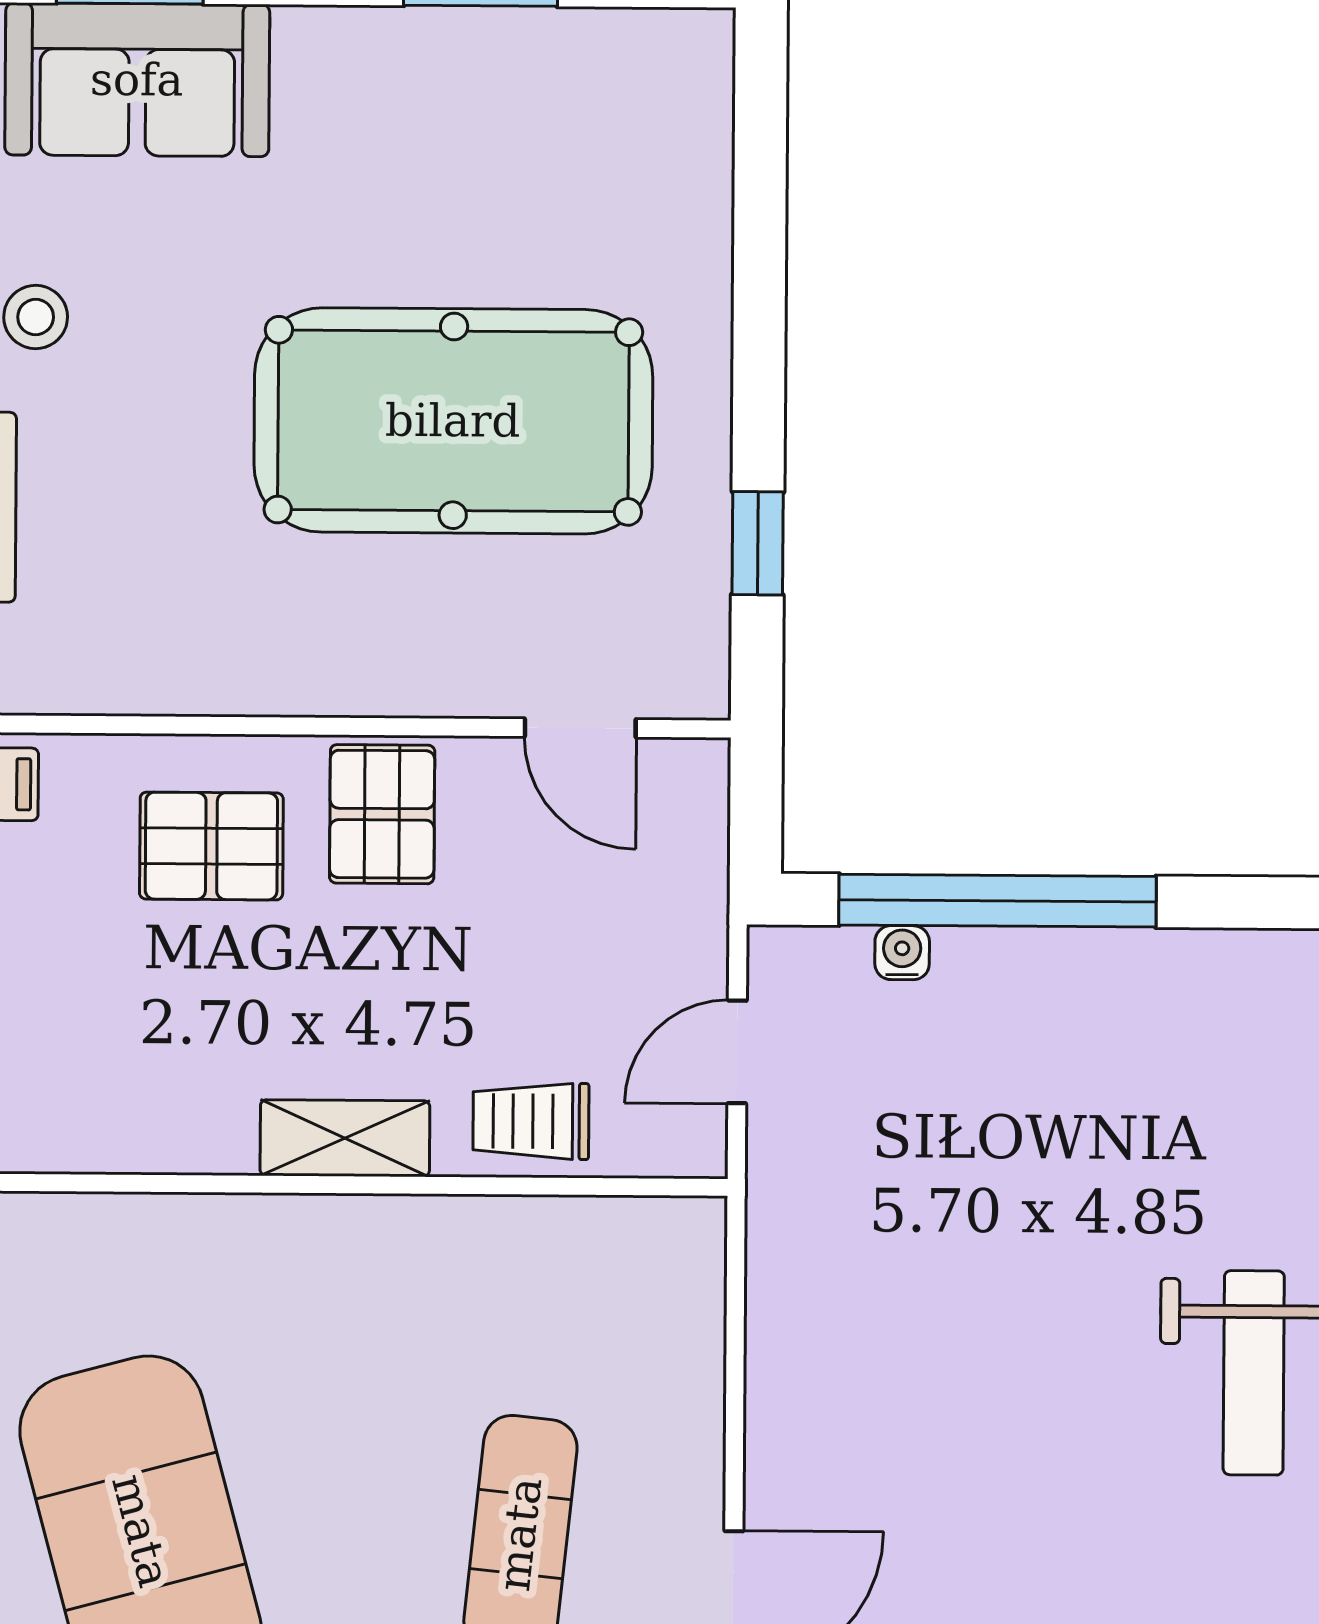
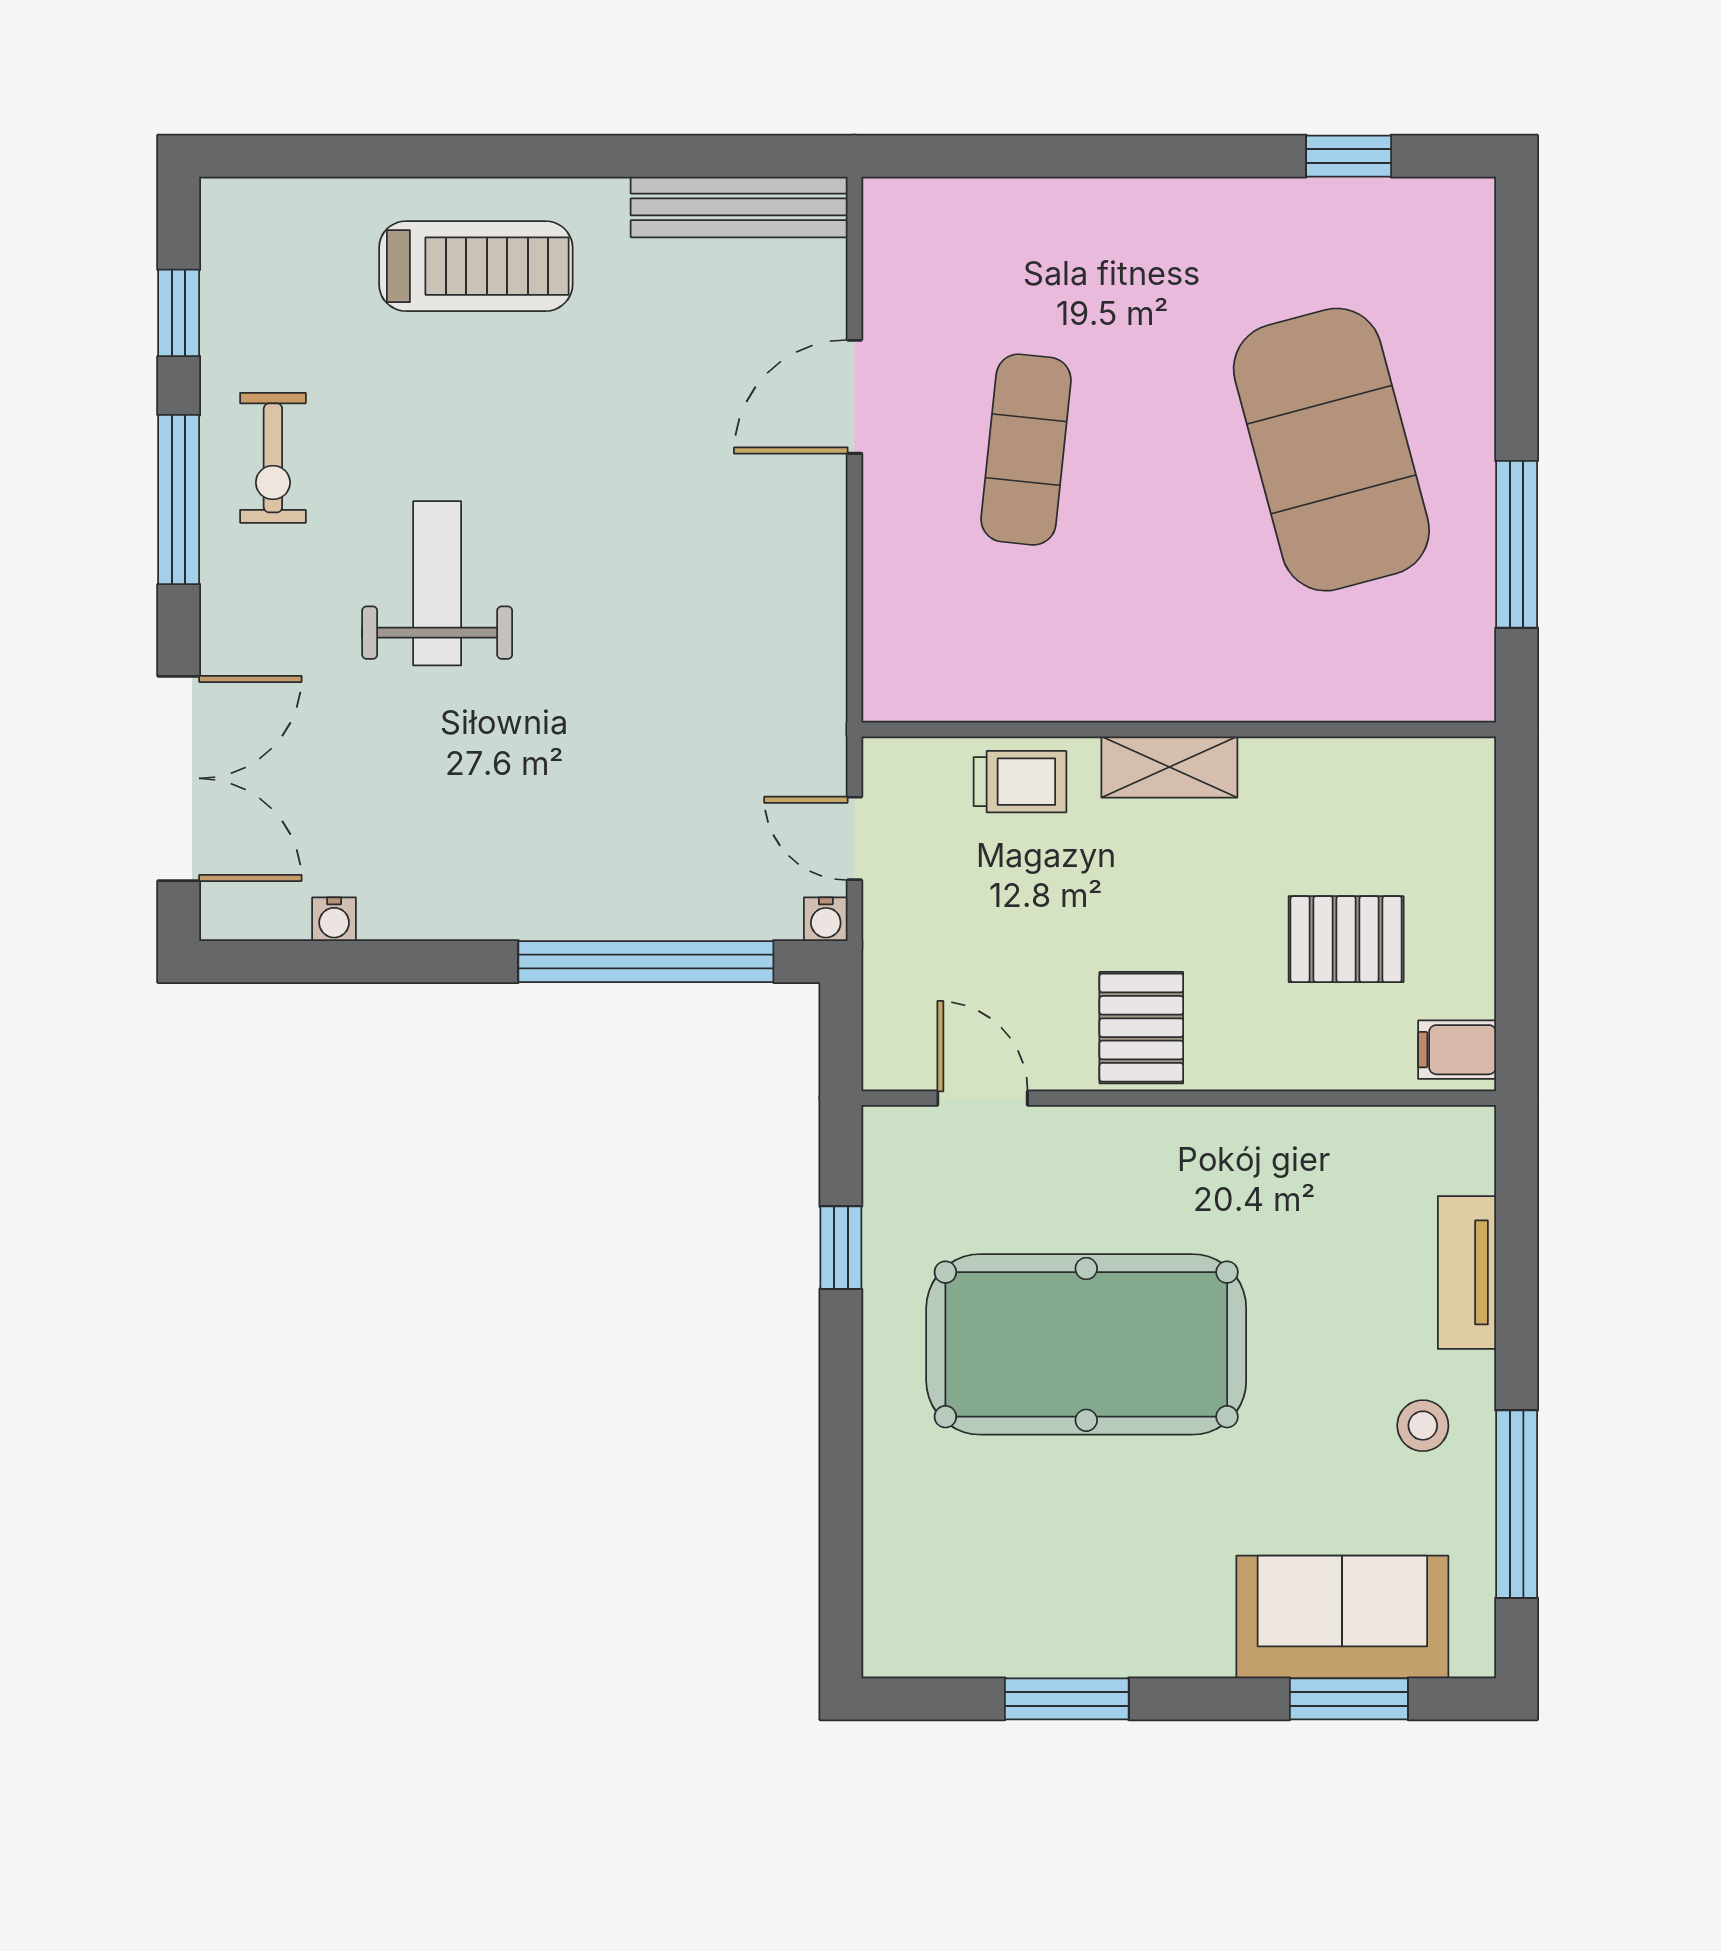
pallet: (211, 846) -> (1346, 939), moved
water cooler: (902, 953) -> (826, 919), moved
door: (737, 1052) -> (854, 838), swing flipped

